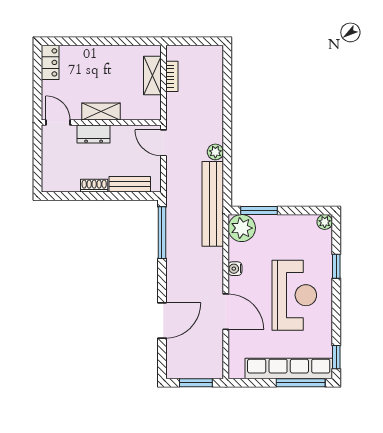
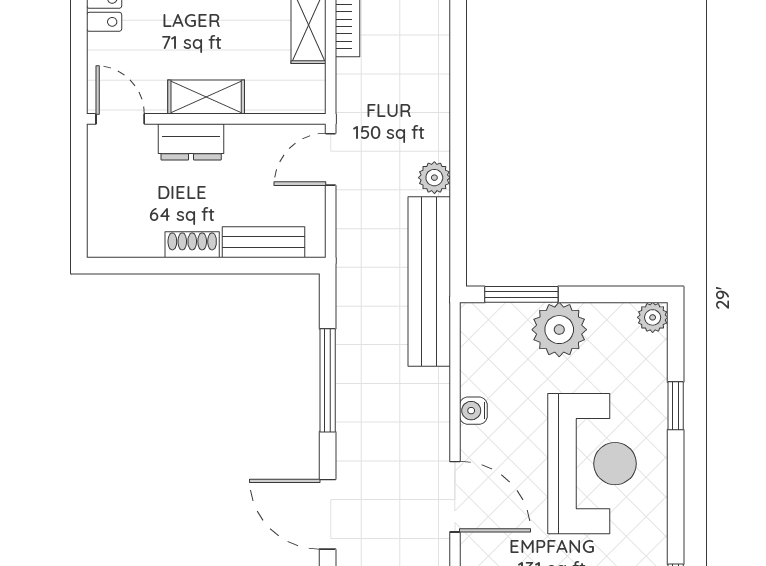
door: (163, 143) -> (331, 159), hinge flipped
plant: (242, 228) -> (559, 330), moved
window: (162, 233) -> (328, 380), moved
door: (162, 321) -> (328, 514), swing flipped

